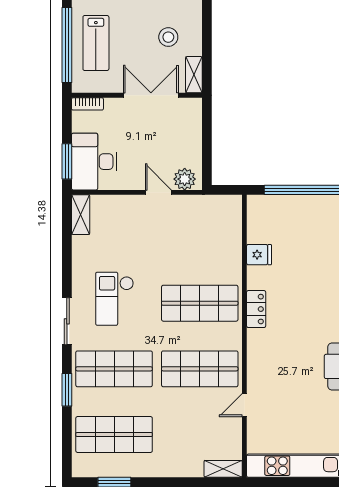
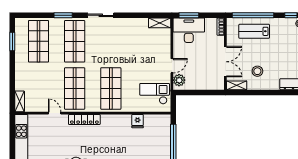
checkout: (115, 299) -> (155, 94), moved
locker: (256, 309) -> (84, 120), moved, width x1.53

